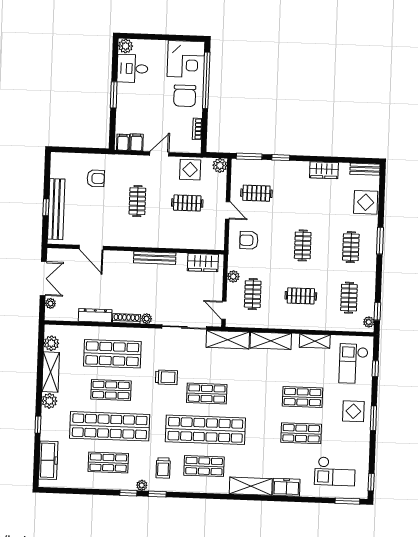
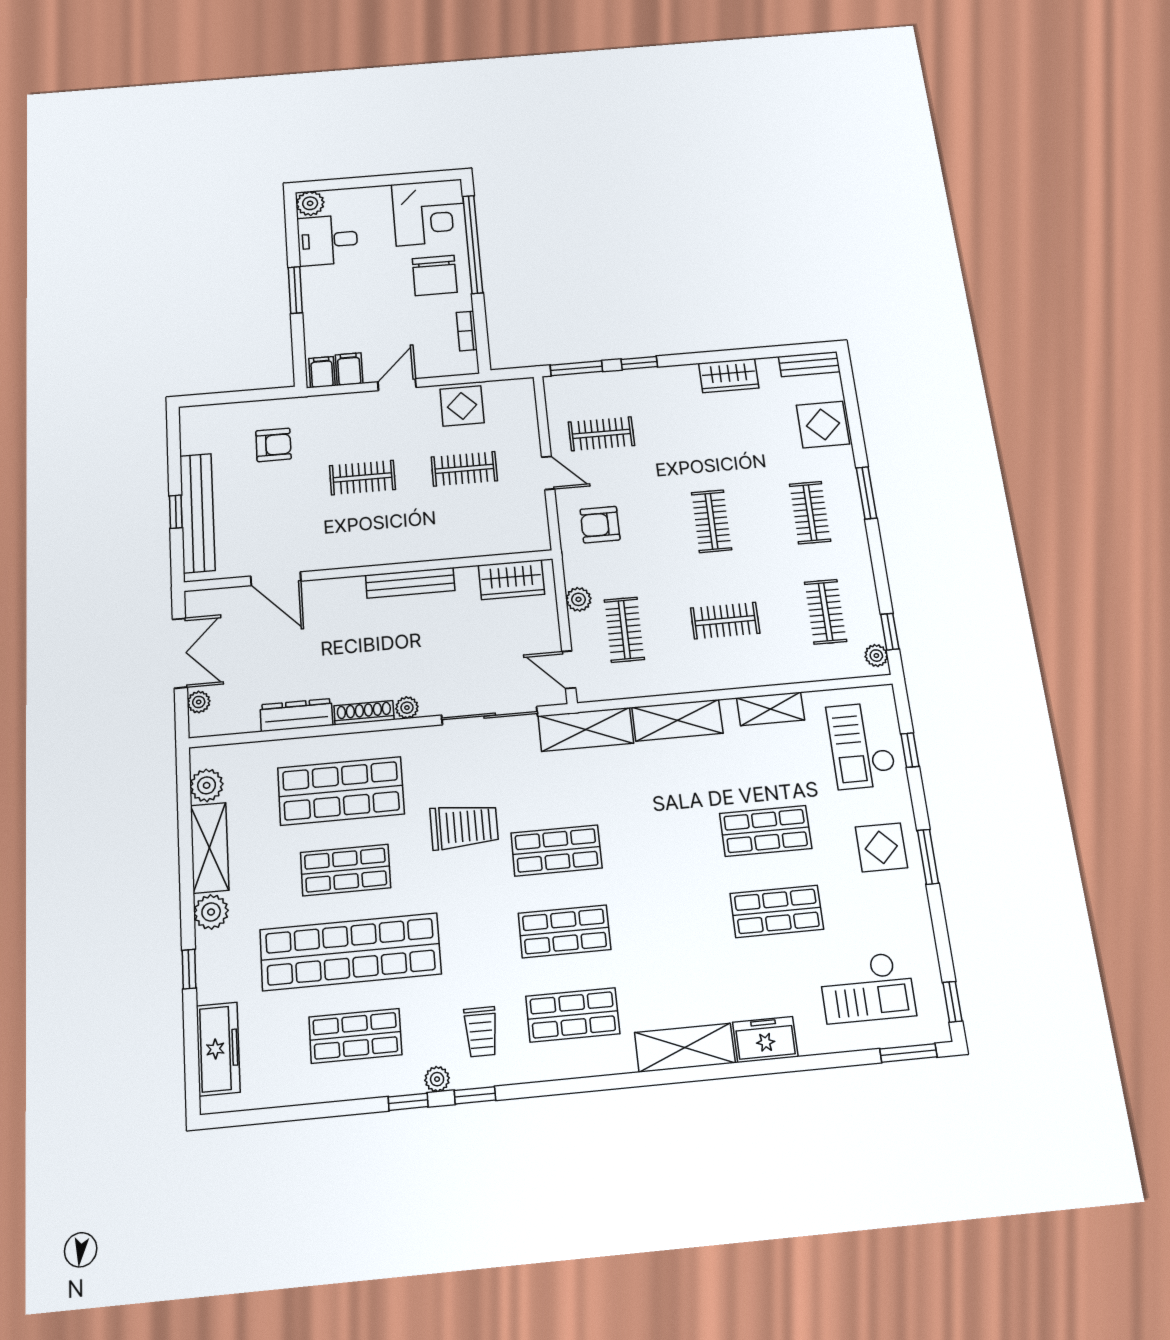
plant: (220, 165) -> (521, 391), removed
clothes rail: (137, 201) -> (362, 478), turned 90
trolley: (166, 377) -> (464, 826), width x1.36, depth x1.39
shop shelf: (205, 430) -> (564, 931), width x0.50, depth x0.74

